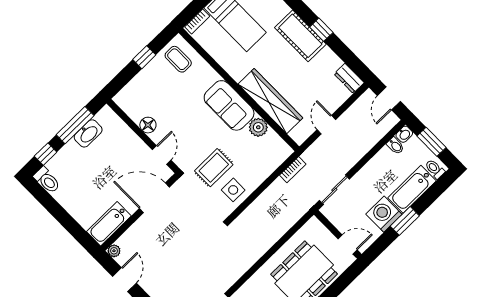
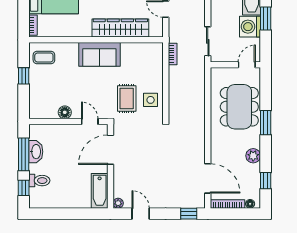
plant: (258, 127) -> (129, 50), removed
toilet: (47, 180) -> (39, 181), moved

